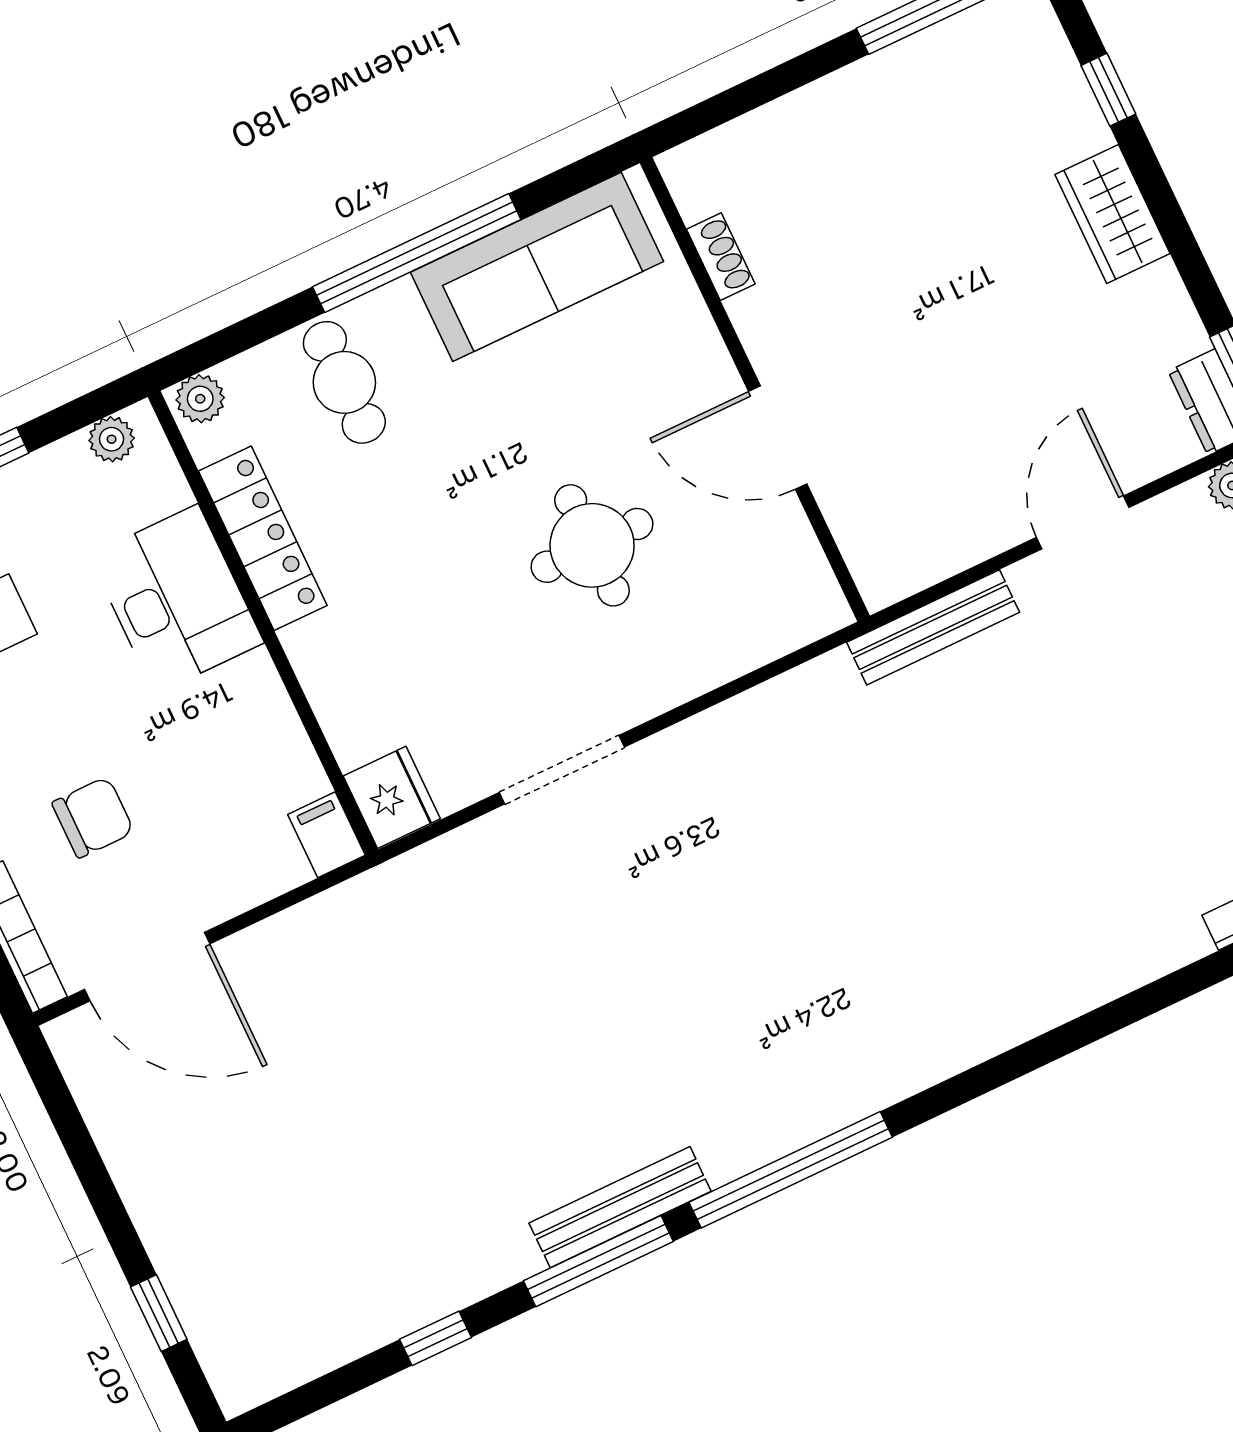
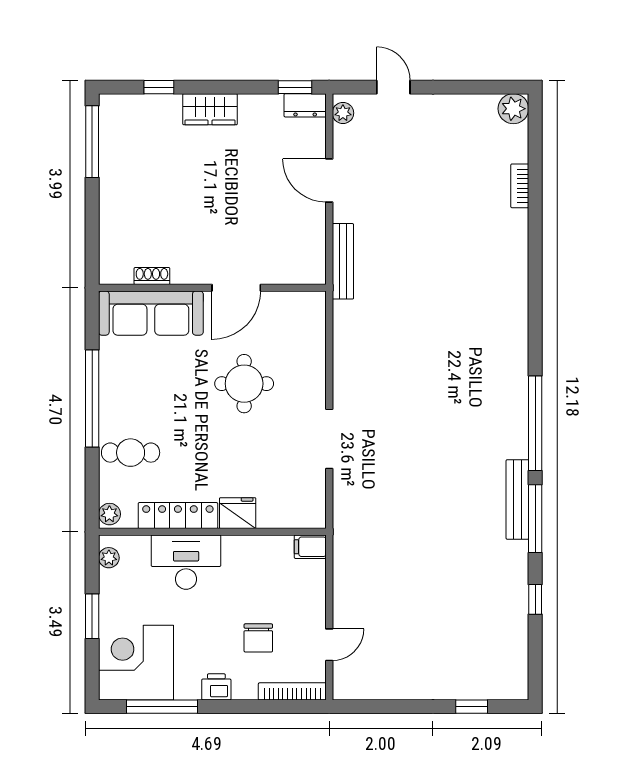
sofa: (537, 267) -> (151, 313), moved, turned 90
fridge: (392, 797) -> (238, 513), moved
chair: (93, 817) -> (258, 638), turned 180
door: (147, 967) -> (329, 645), width x0.53

